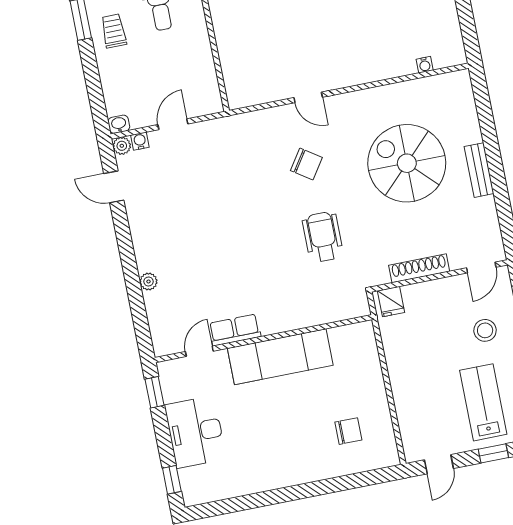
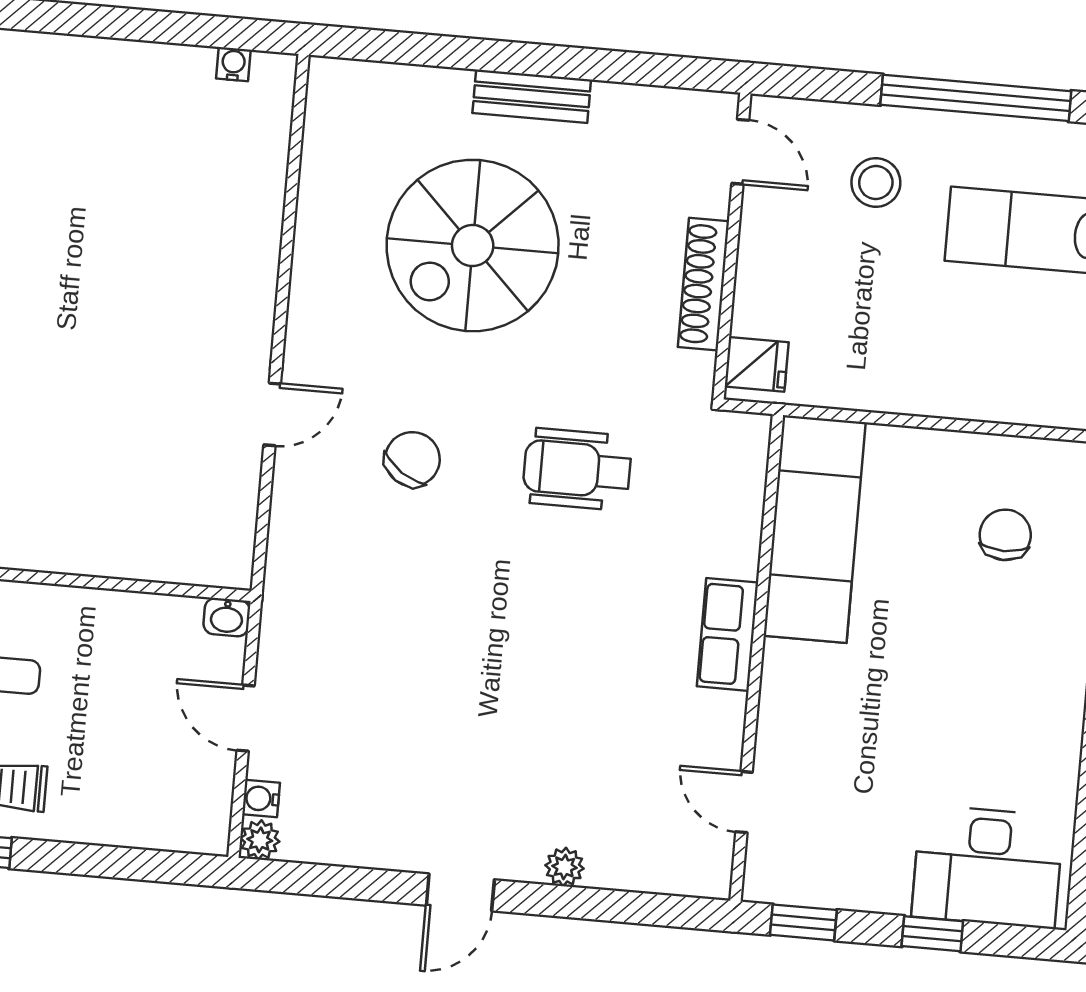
water cooler: (425, 65) -> (233, 64), moved, turned -90
washbasin: (119, 124) -> (227, 617), moved, turned -90
door: (114, 187) -> (460, 892), moved
row of seats: (235, 330) -> (727, 634), moved
exam couch: (280, 357) -> (815, 529), moved
desk: (195, 432) -> (988, 867), moved
window: (172, 480) -> (932, 934), moved

